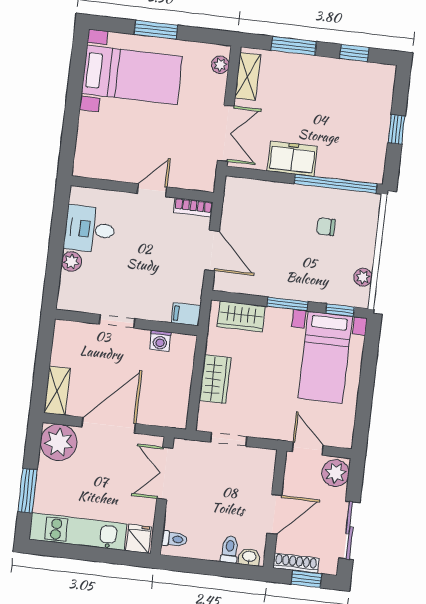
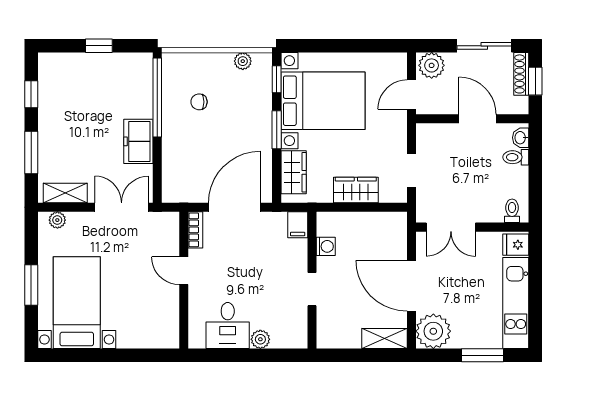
chair: (326, 227) -> (199, 102), turned 90
door: (212, 251) -> (234, 207), width x1.36
bed with nightstands: (325, 357) -> (323, 101), width x1.36
shoe rack: (296, 563) -> (521, 74), moved

